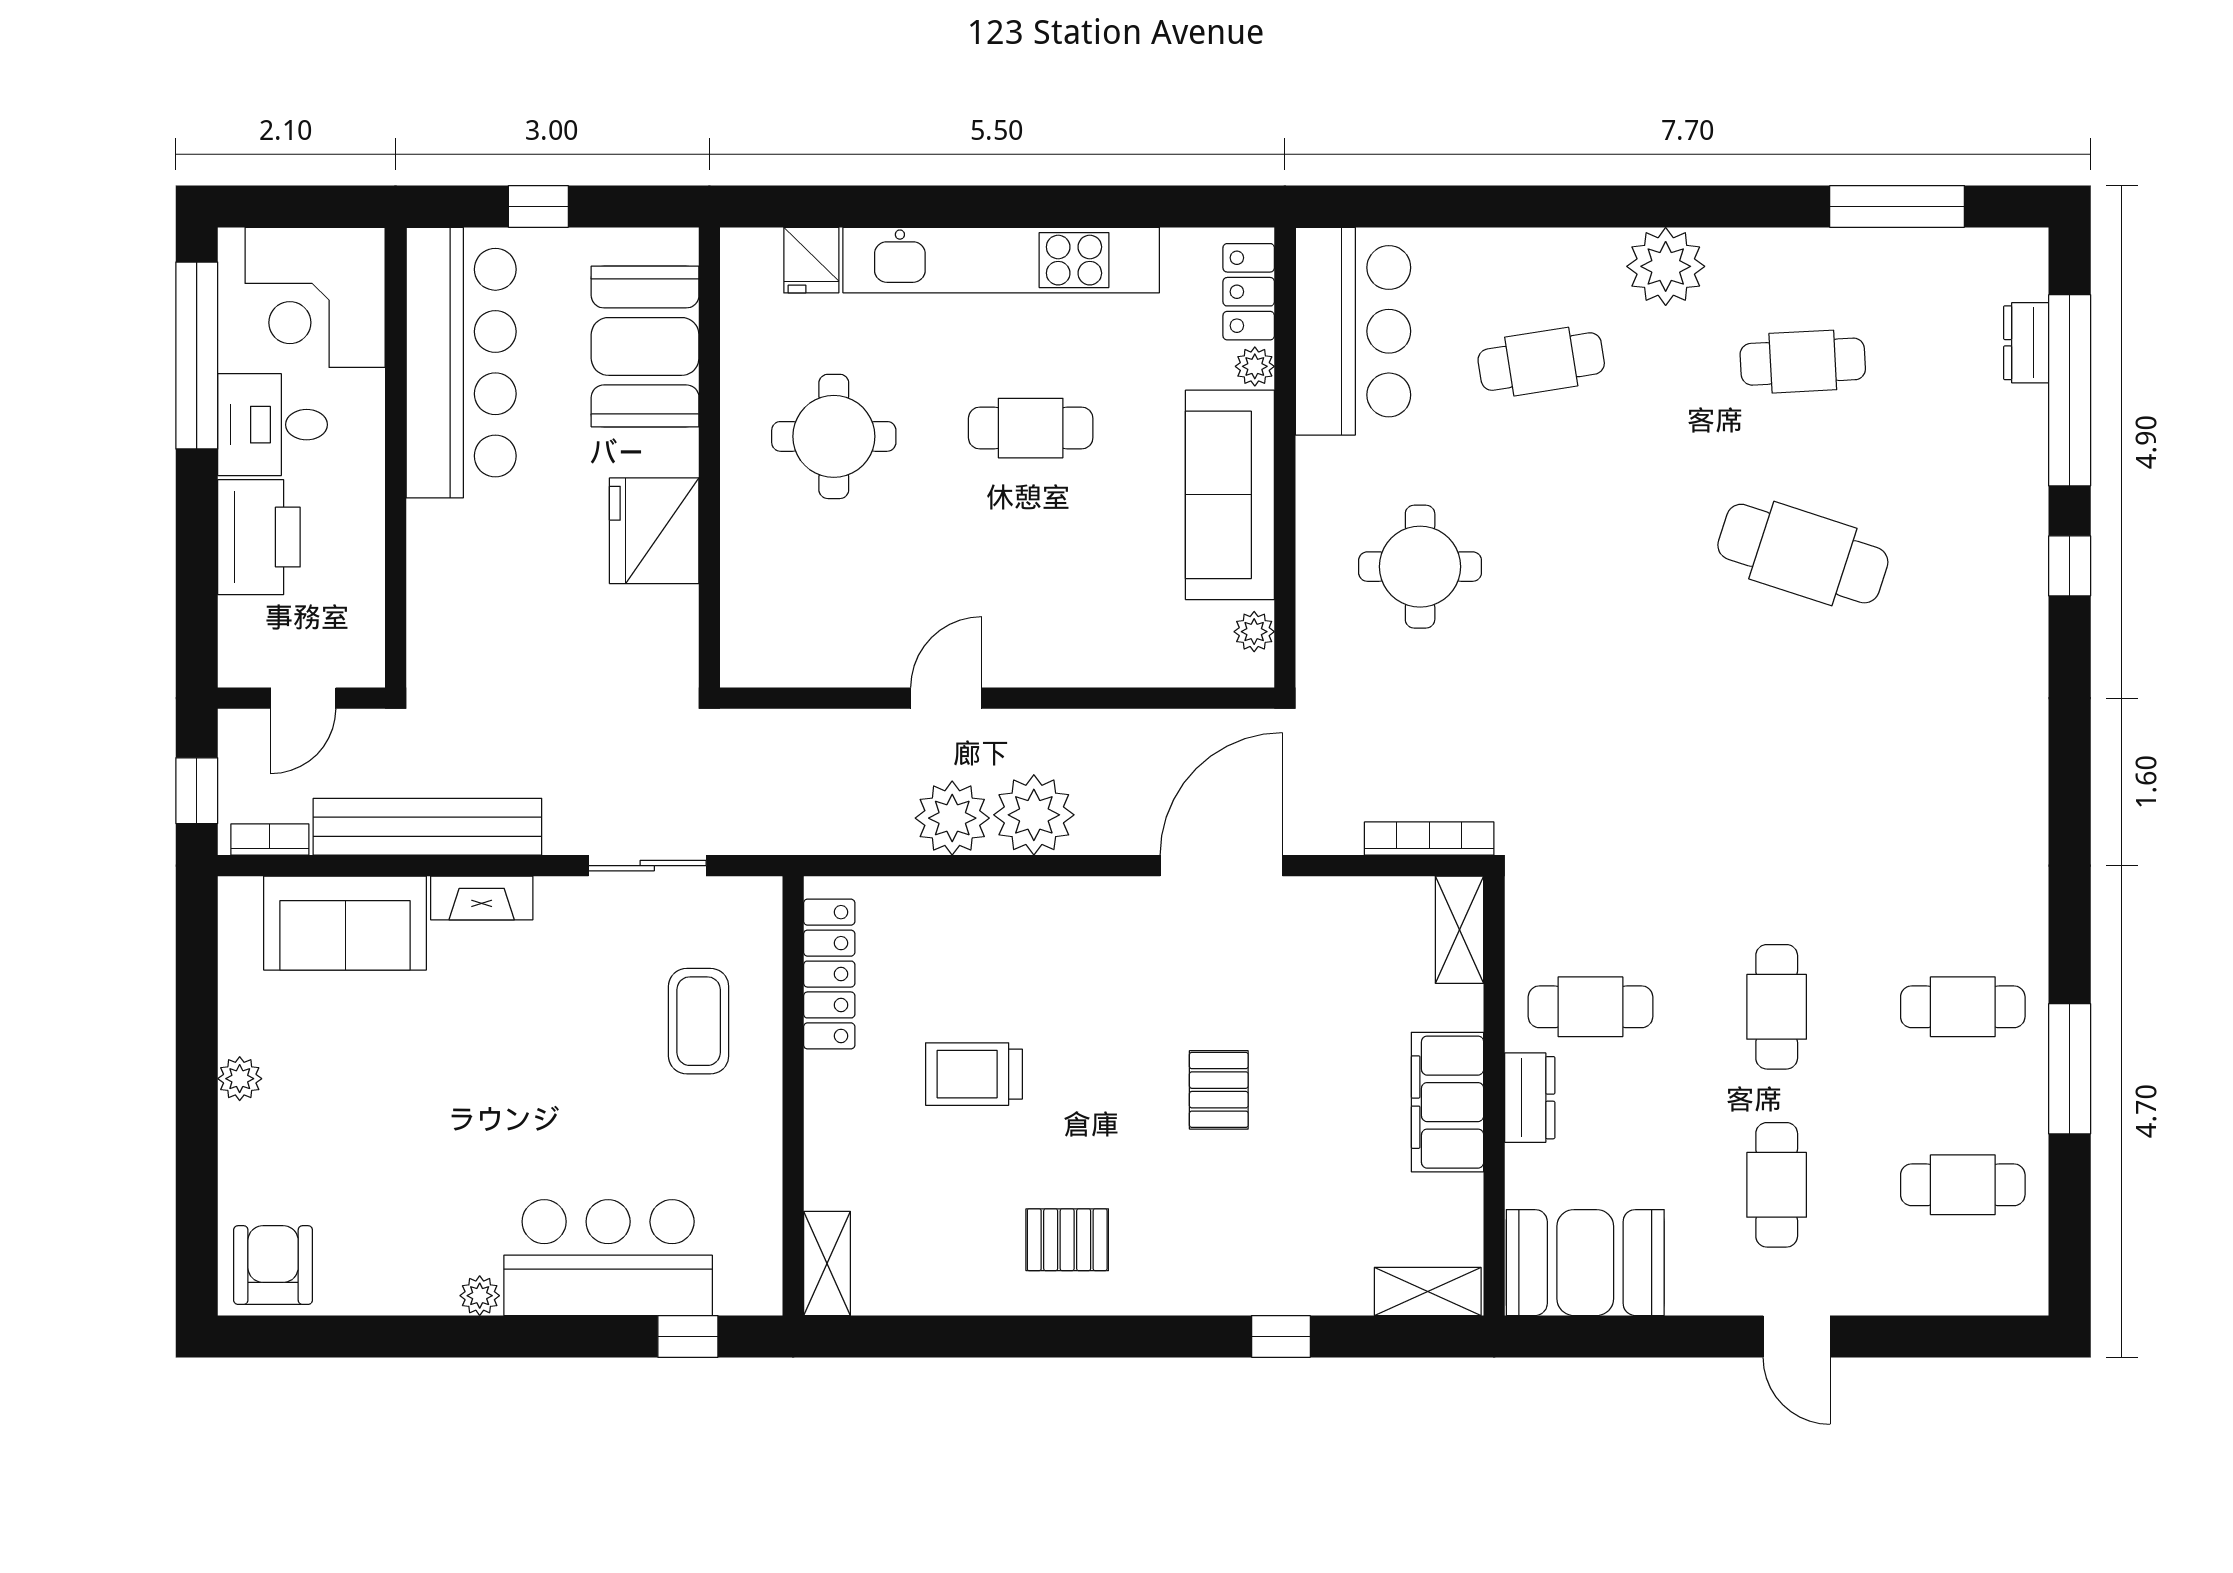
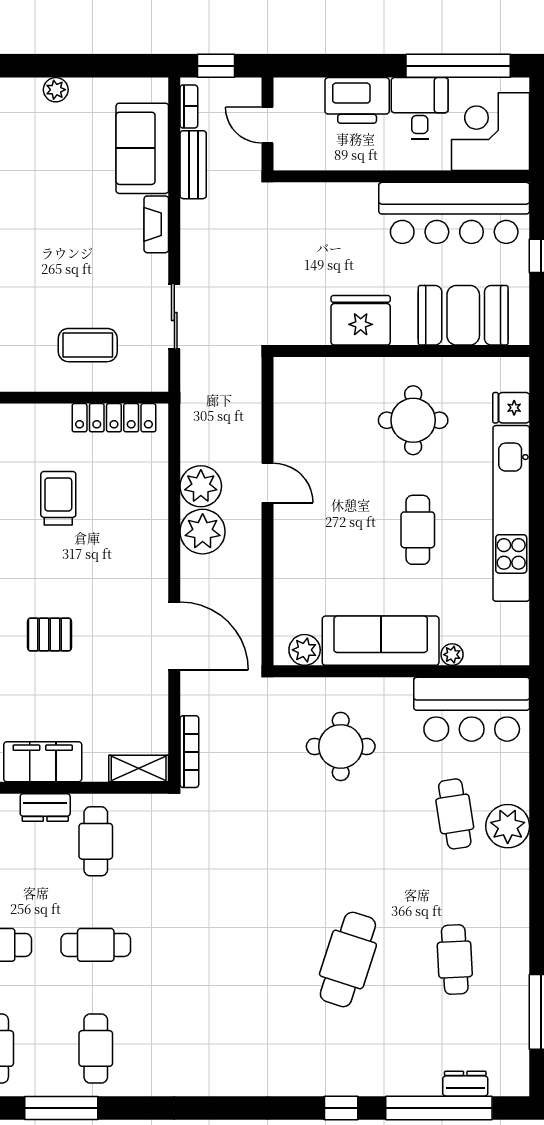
plant: (1666, 266) -> (508, 826), moved
locker: (1249, 292) -> (494, 651), removed
plant: (1254, 632) -> (305, 650), width x1.38, depth x1.38
bench: (427, 827) -> (193, 165), width x0.54, depth x0.82

